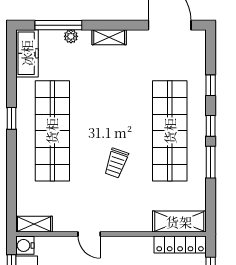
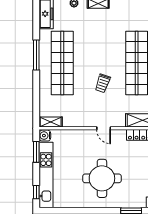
window: (11, 118) -> (36, 55), width x2.17
door: (89, 234) -> (104, 128), moved

